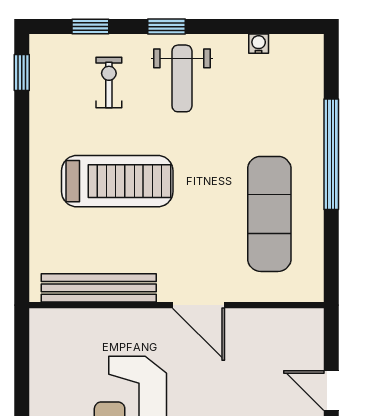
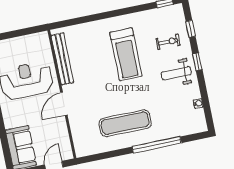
bench: (99, 288) -> (62, 59), moved
wall: (177, 305) -> (62, 94), moved
door: (199, 305) -> (64, 104), moved

